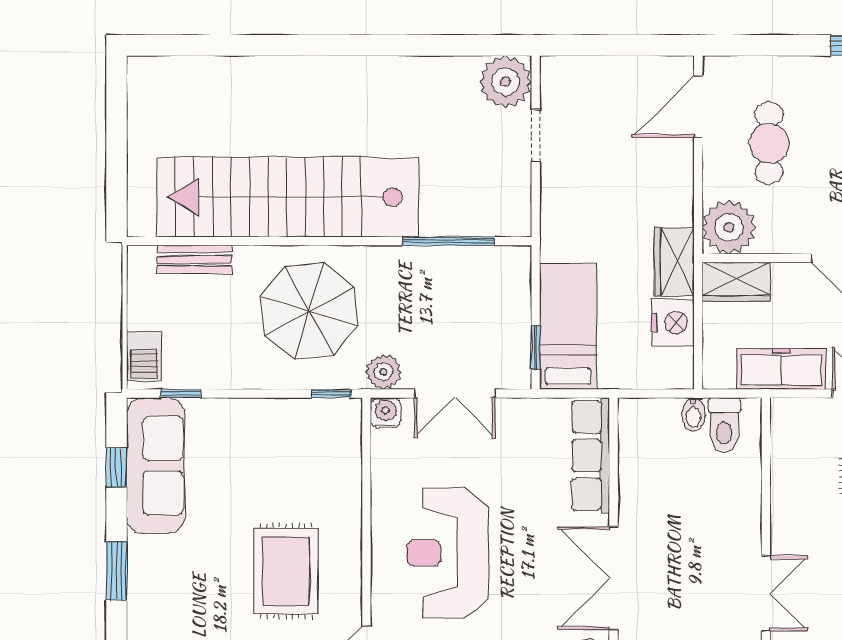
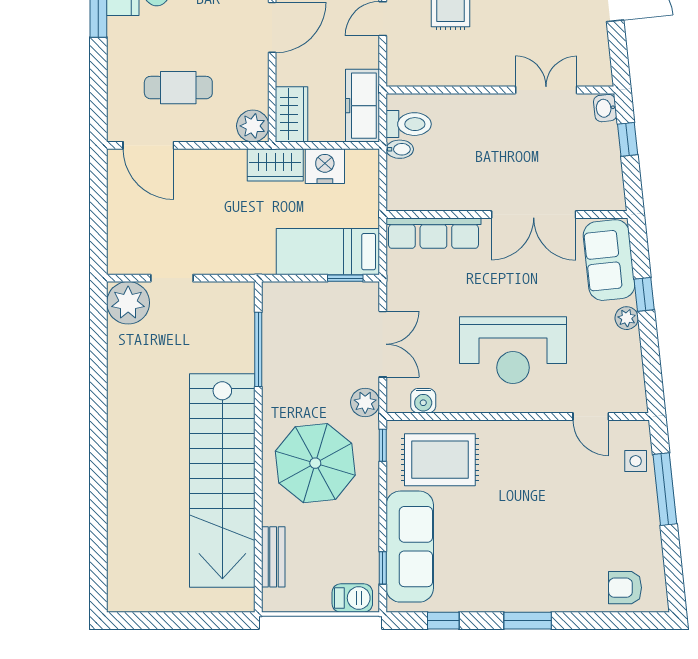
plant: (729, 227) -> (253, 126), width x0.73, depth x0.73
freezer: (781, 369) -> (363, 106), moved
water cooler: (386, 413) -> (423, 401), moved, turned -90
sofa: (156, 466) -> (410, 547), moved, turned 90
rug: (286, 571) -> (440, 460), moved

